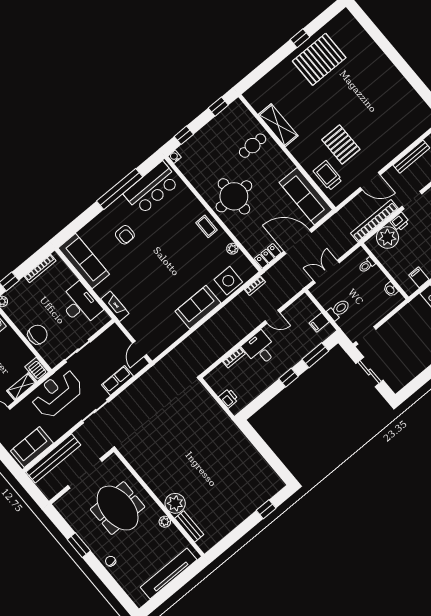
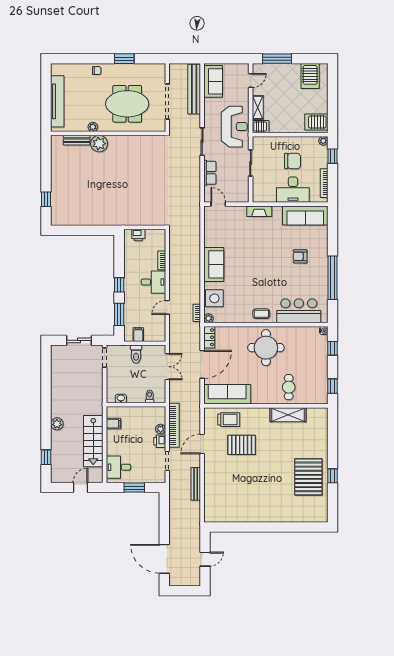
bar counter: (152, 188) -> (299, 311), moved, turned 90
plant: (387, 237) -> (161, 429), width x0.53, depth x0.53
plant: (232, 249) -> (208, 318), moved
desk: (80, 305) -> (293, 190), moved
chair: (38, 335) -> (292, 161), moved, turned -90

